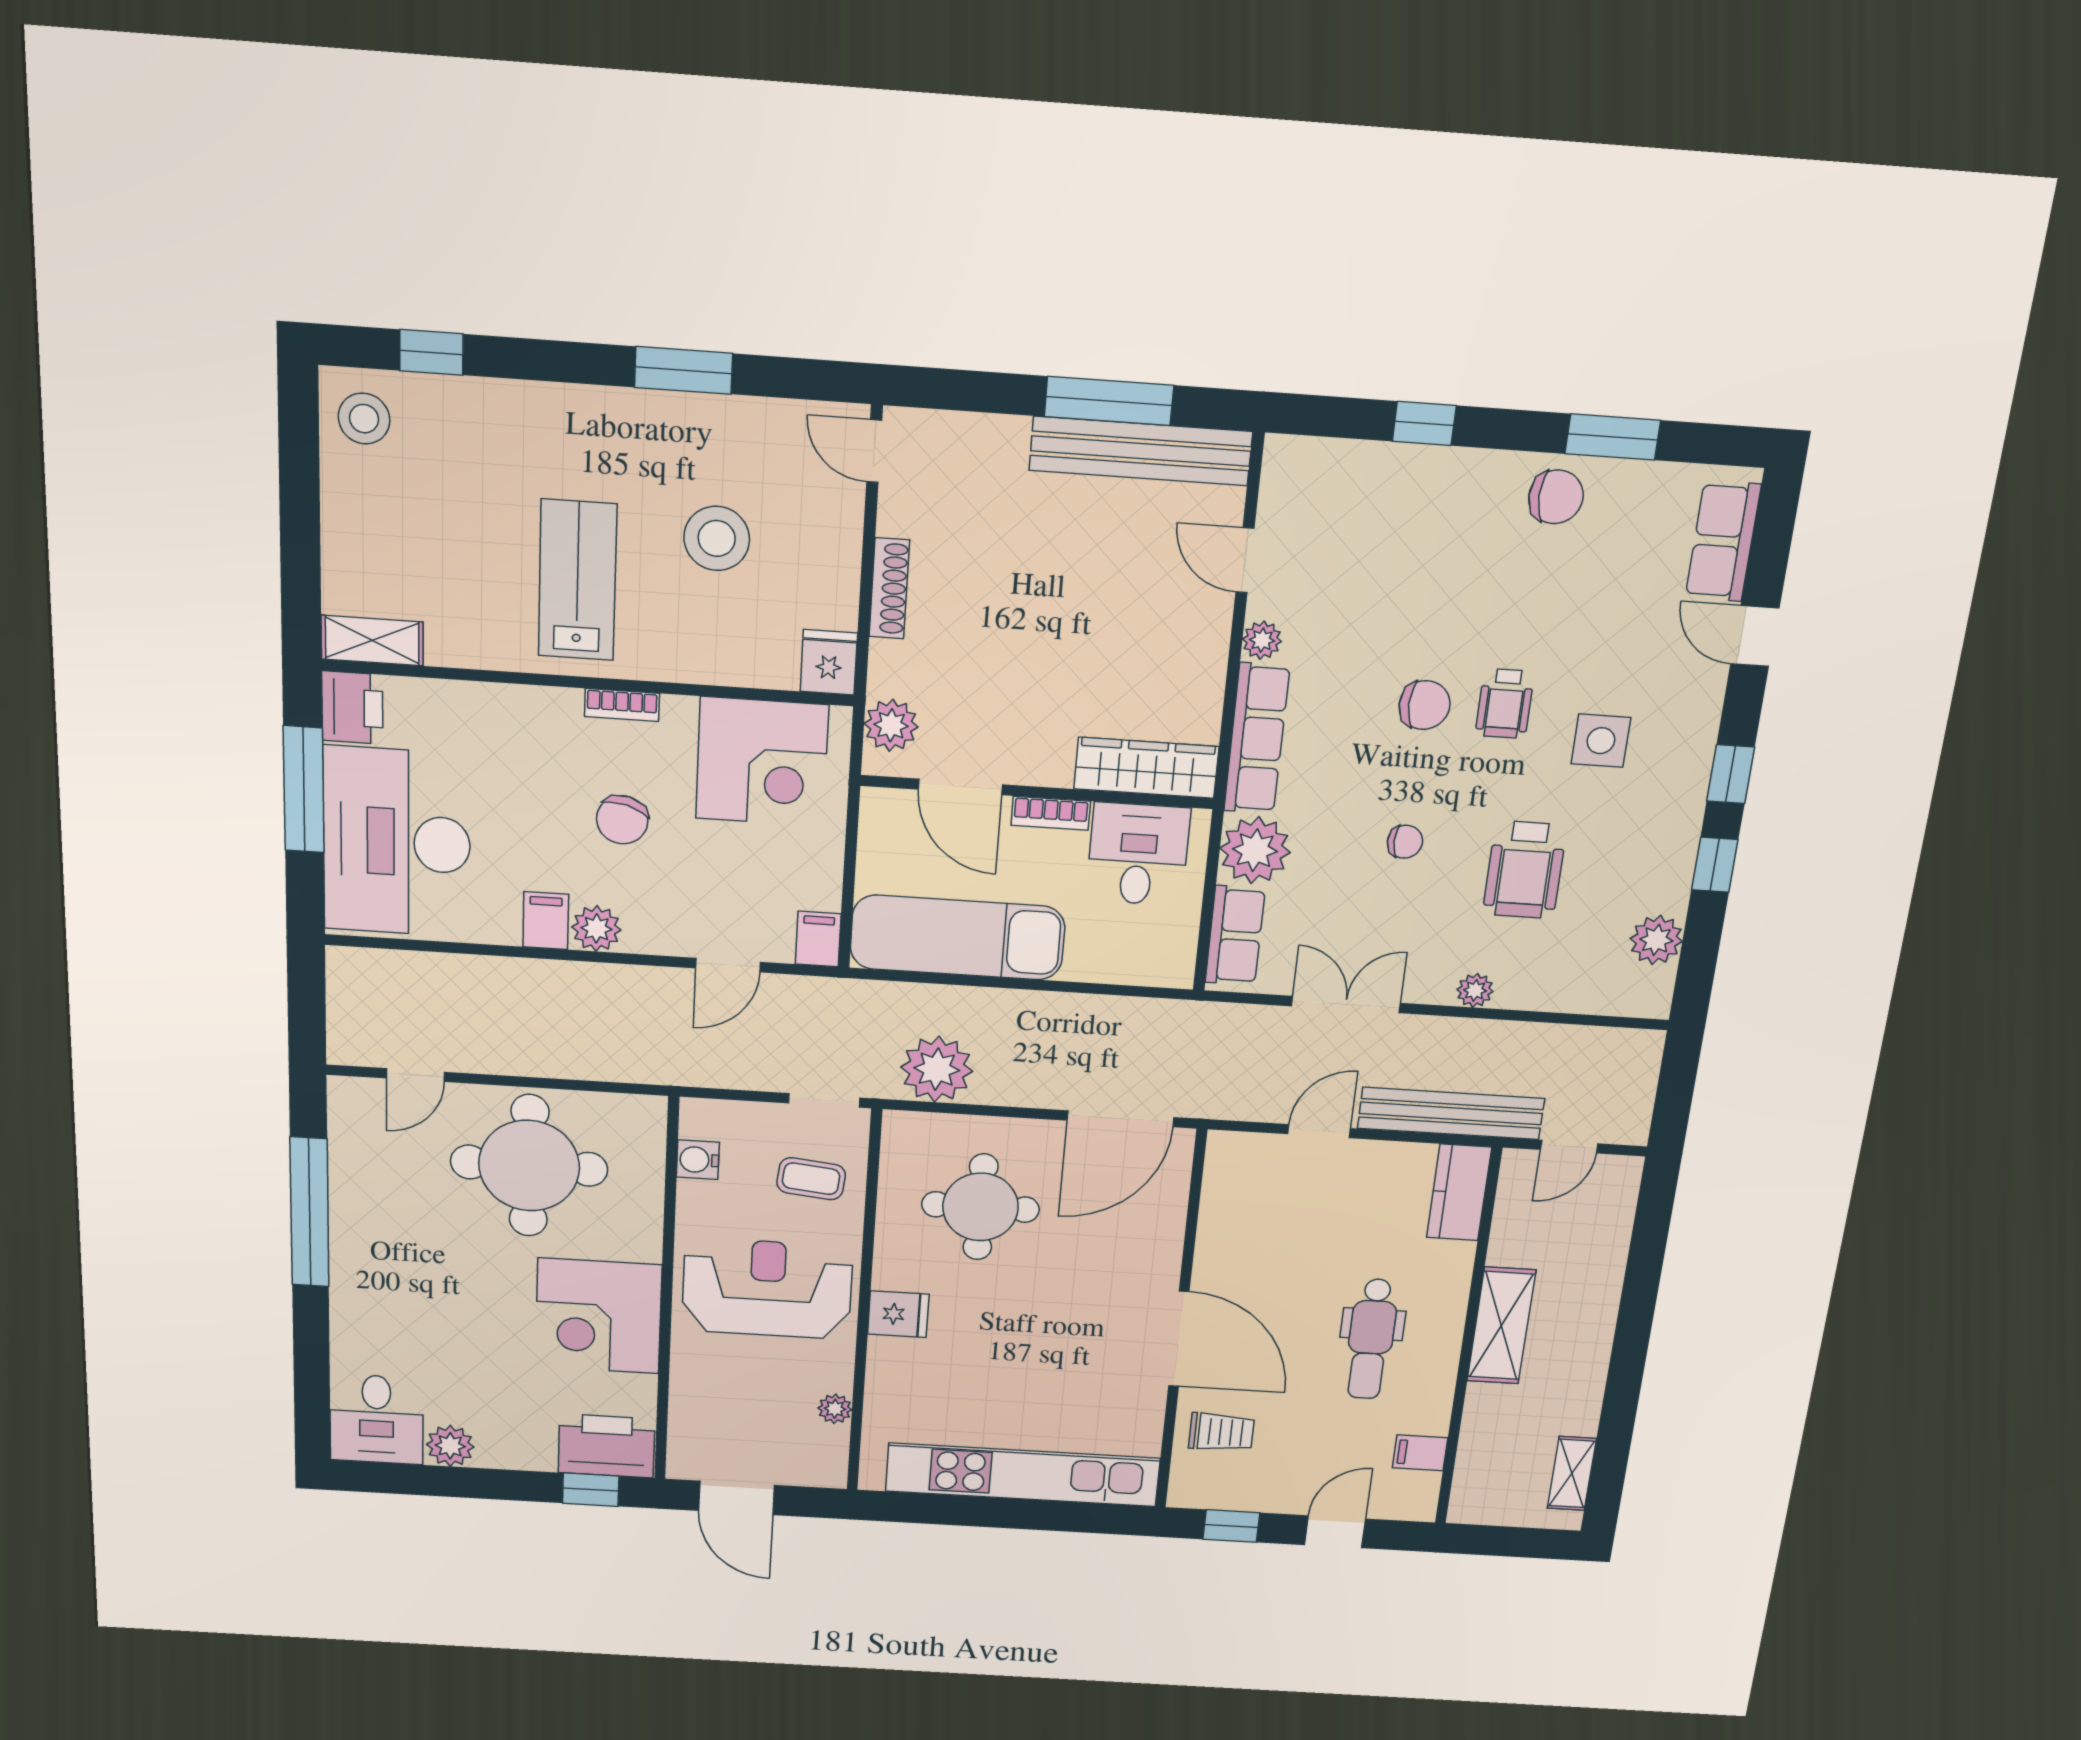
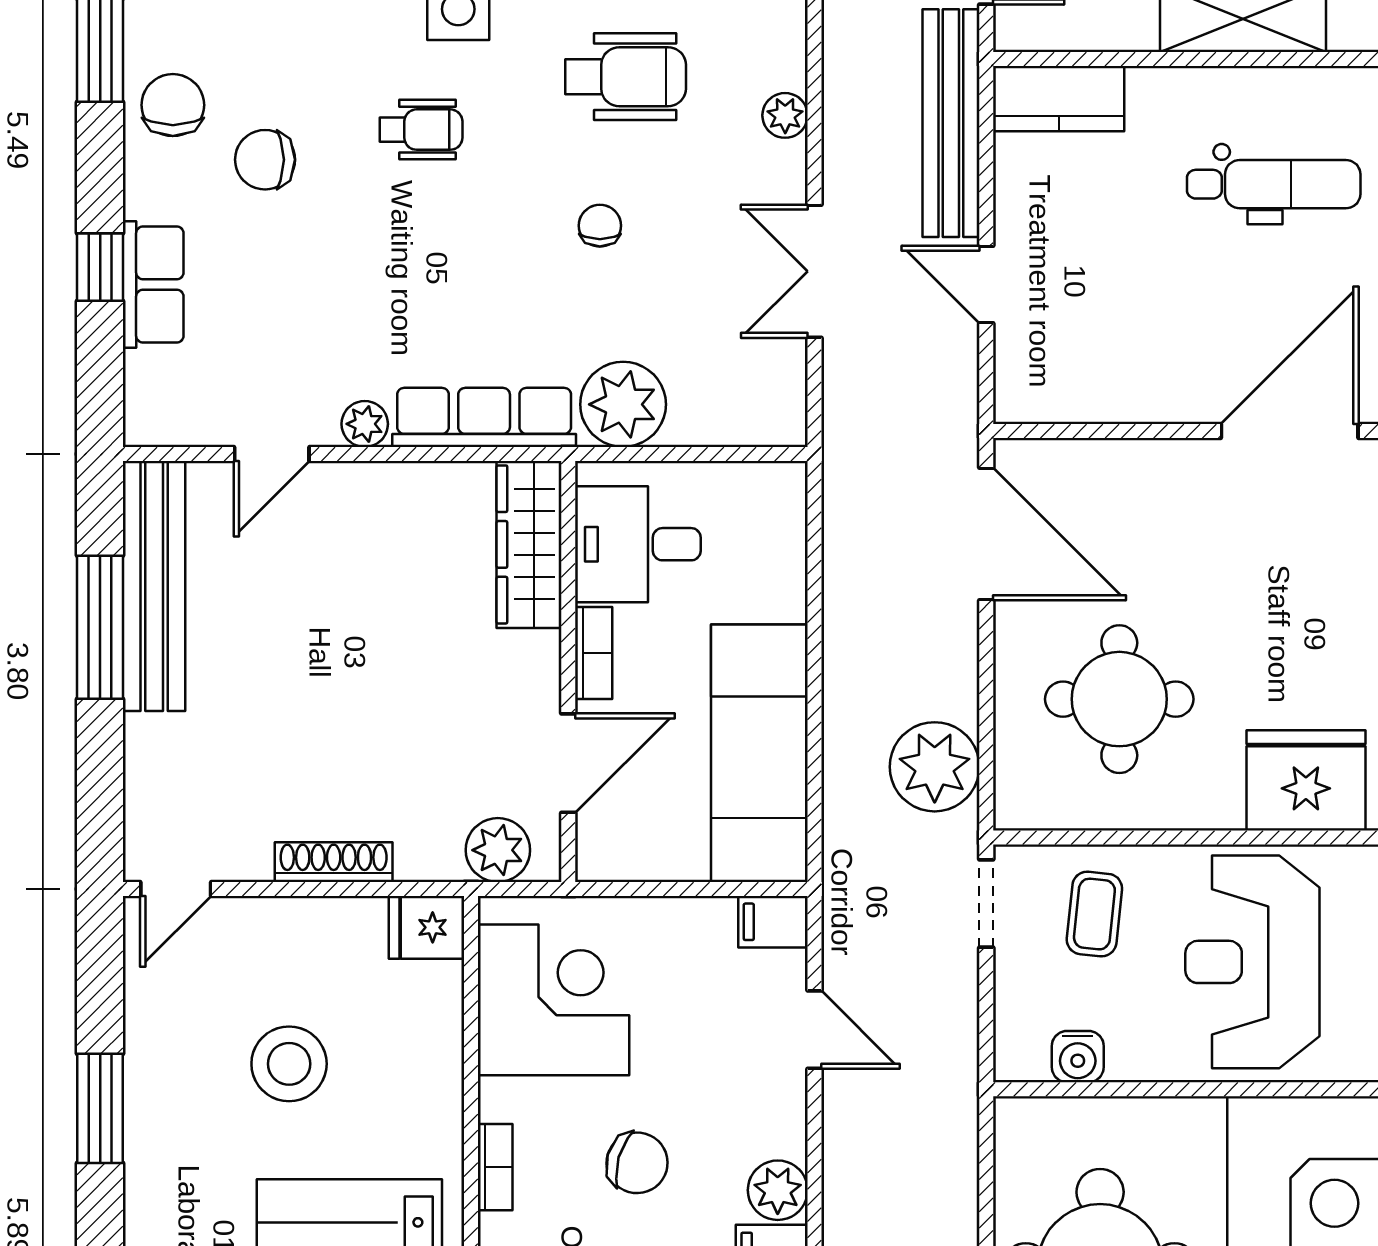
chair: (1425, 705) -> (265, 160), moved, turned -90
row of seats: (1235, 936) -> (153, 285), moved, turned 90
fridge: (898, 1314) -> (1306, 780), width x1.88, depth x1.34

